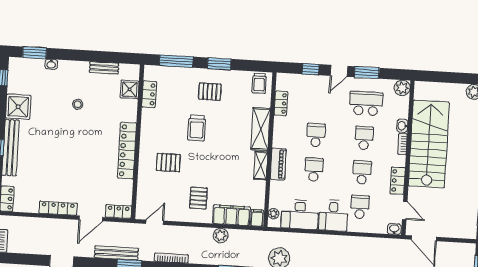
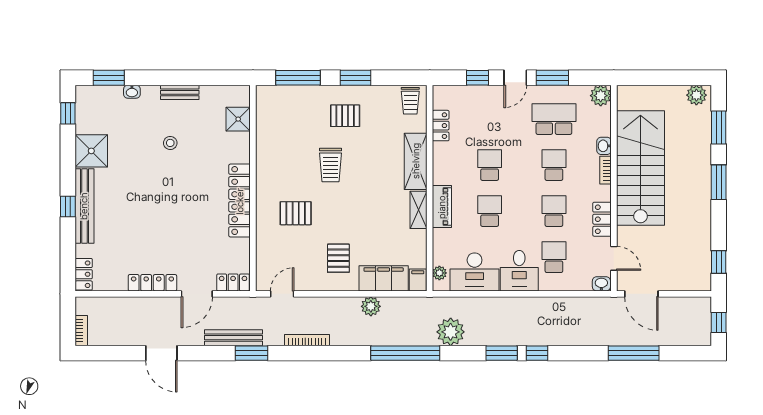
bench: (104, 68) -> (180, 92), moved
locker: (149, 94) -> (265, 124), removed

